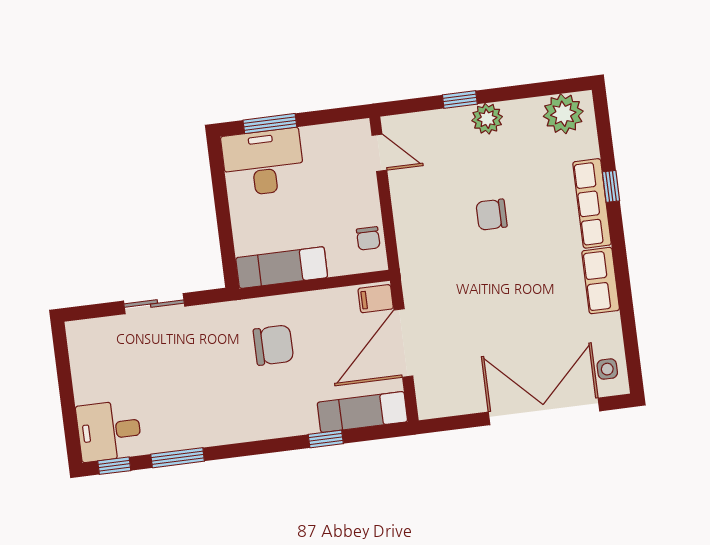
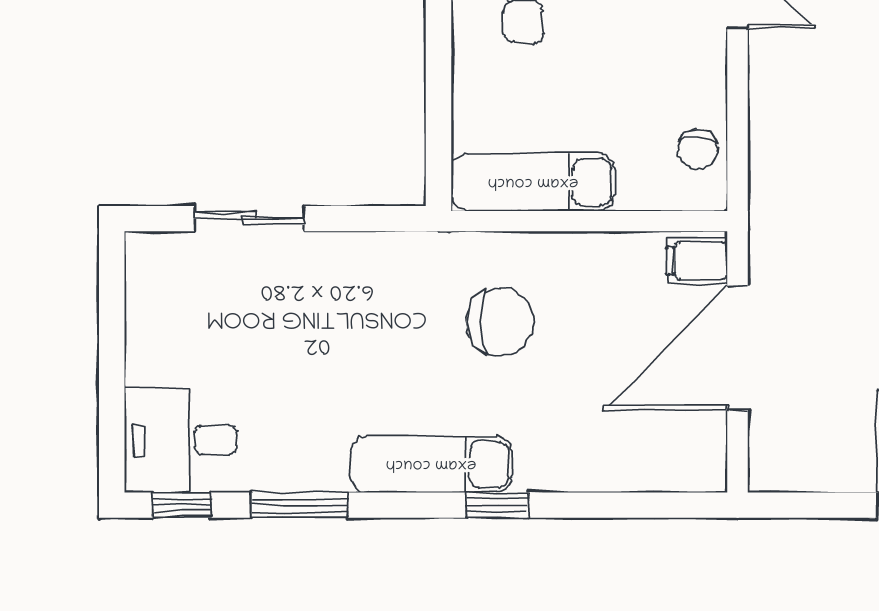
sliding door: (154, 304) -> (249, 219), moved
exam couch: (362, 412) -> (431, 464), moved
window: (326, 439) -> (497, 505), moved

